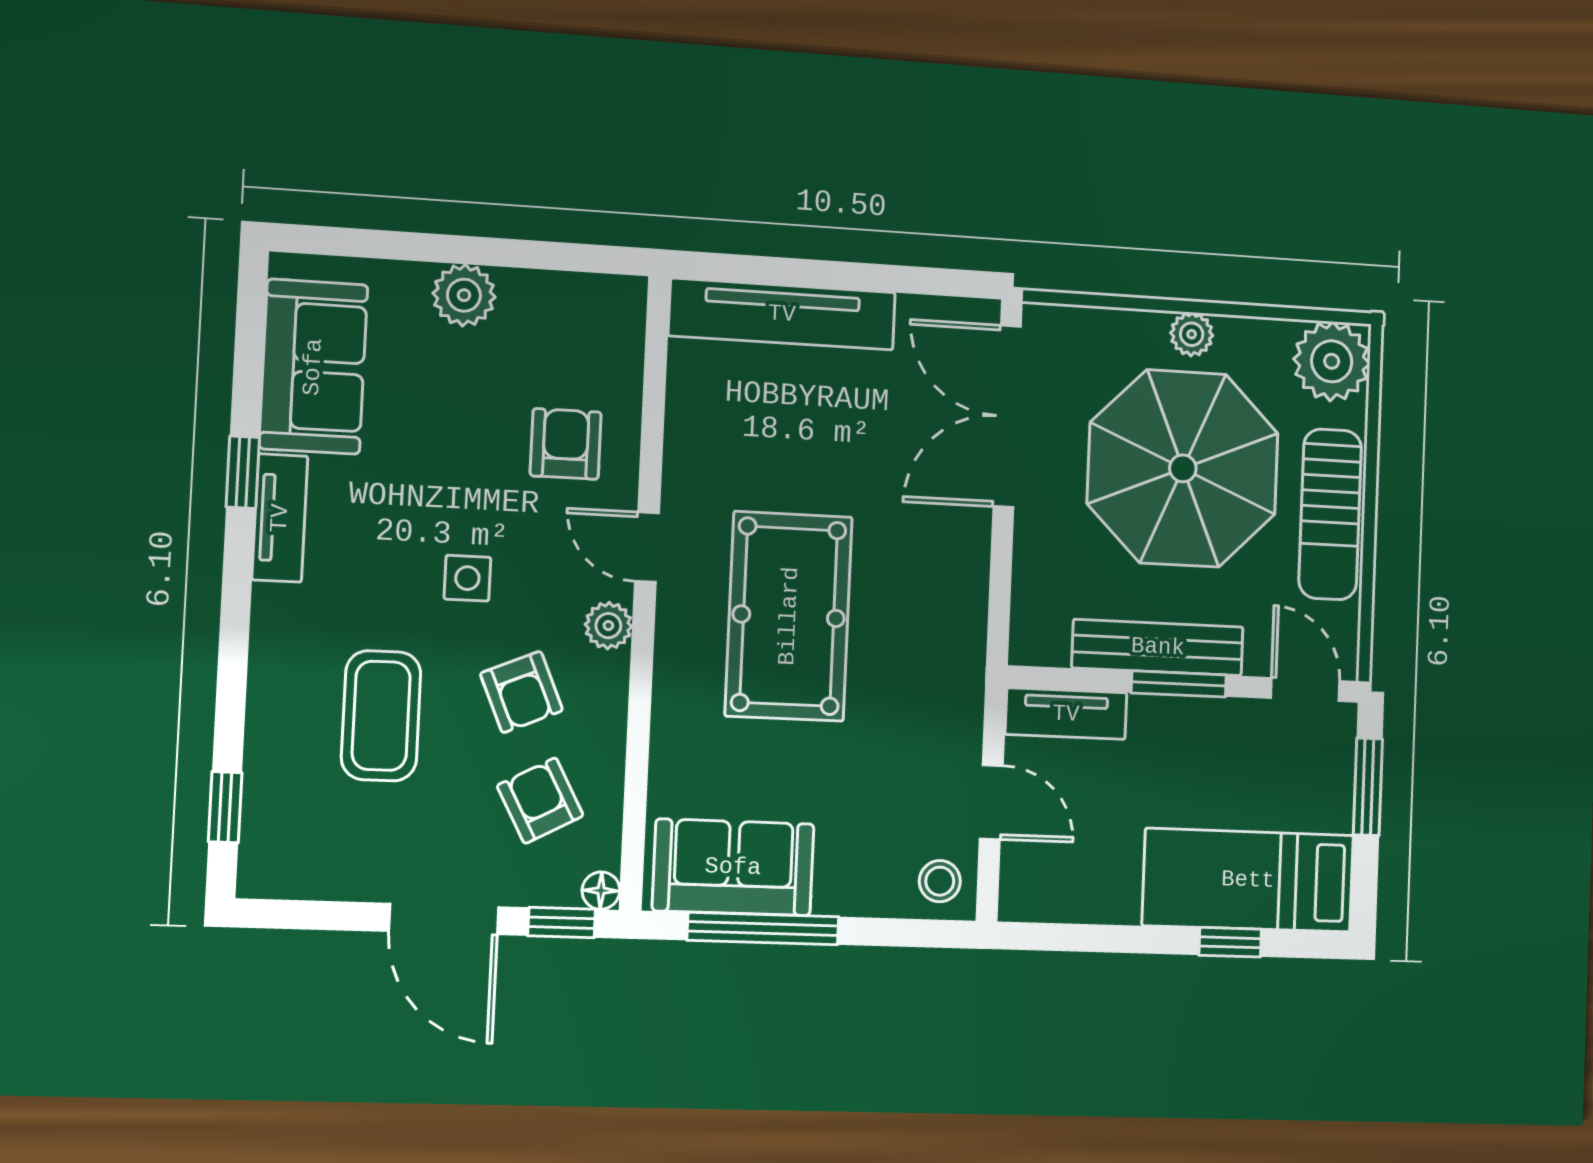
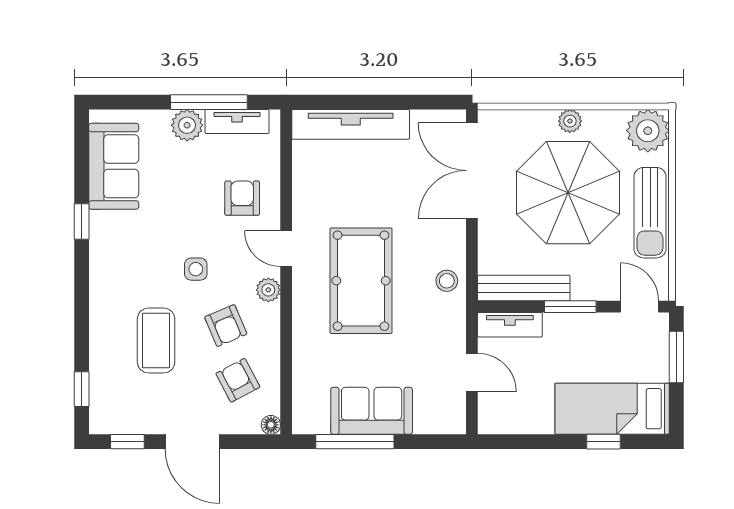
window: (509, 253) -> (209, 102), added
tv unit: (280, 518) -> (237, 122), moved, turned 90
bench: (1158, 647) -> (524, 288), moved
sofa: (733, 867) -> (372, 411), moved
stool: (940, 881) -> (447, 281), moved
window: (562, 923) -> (127, 442), moved

